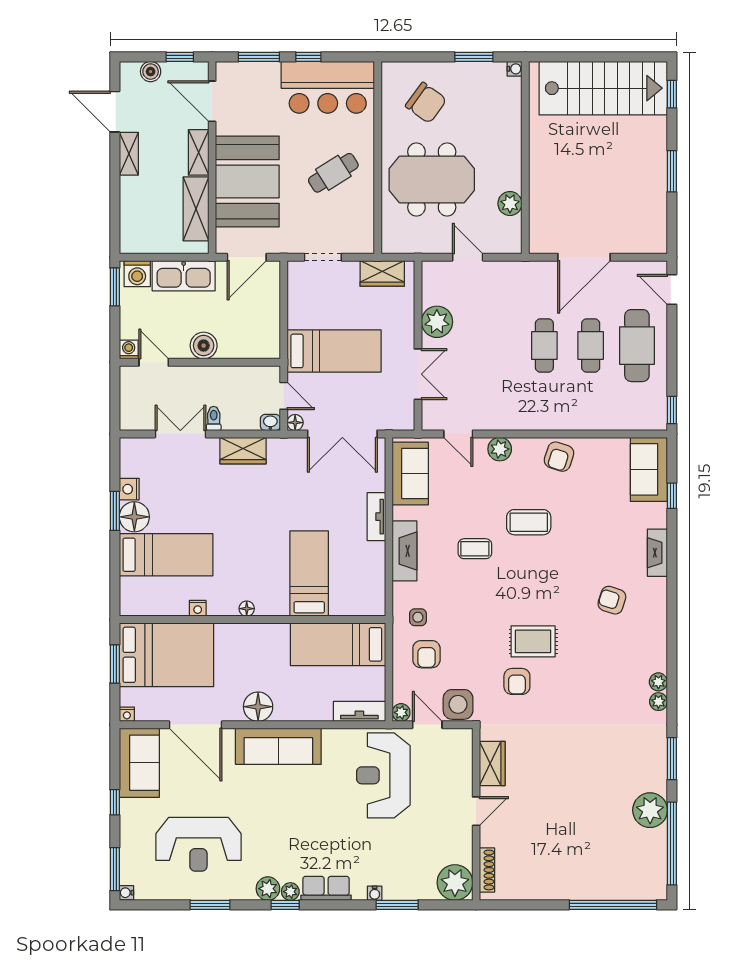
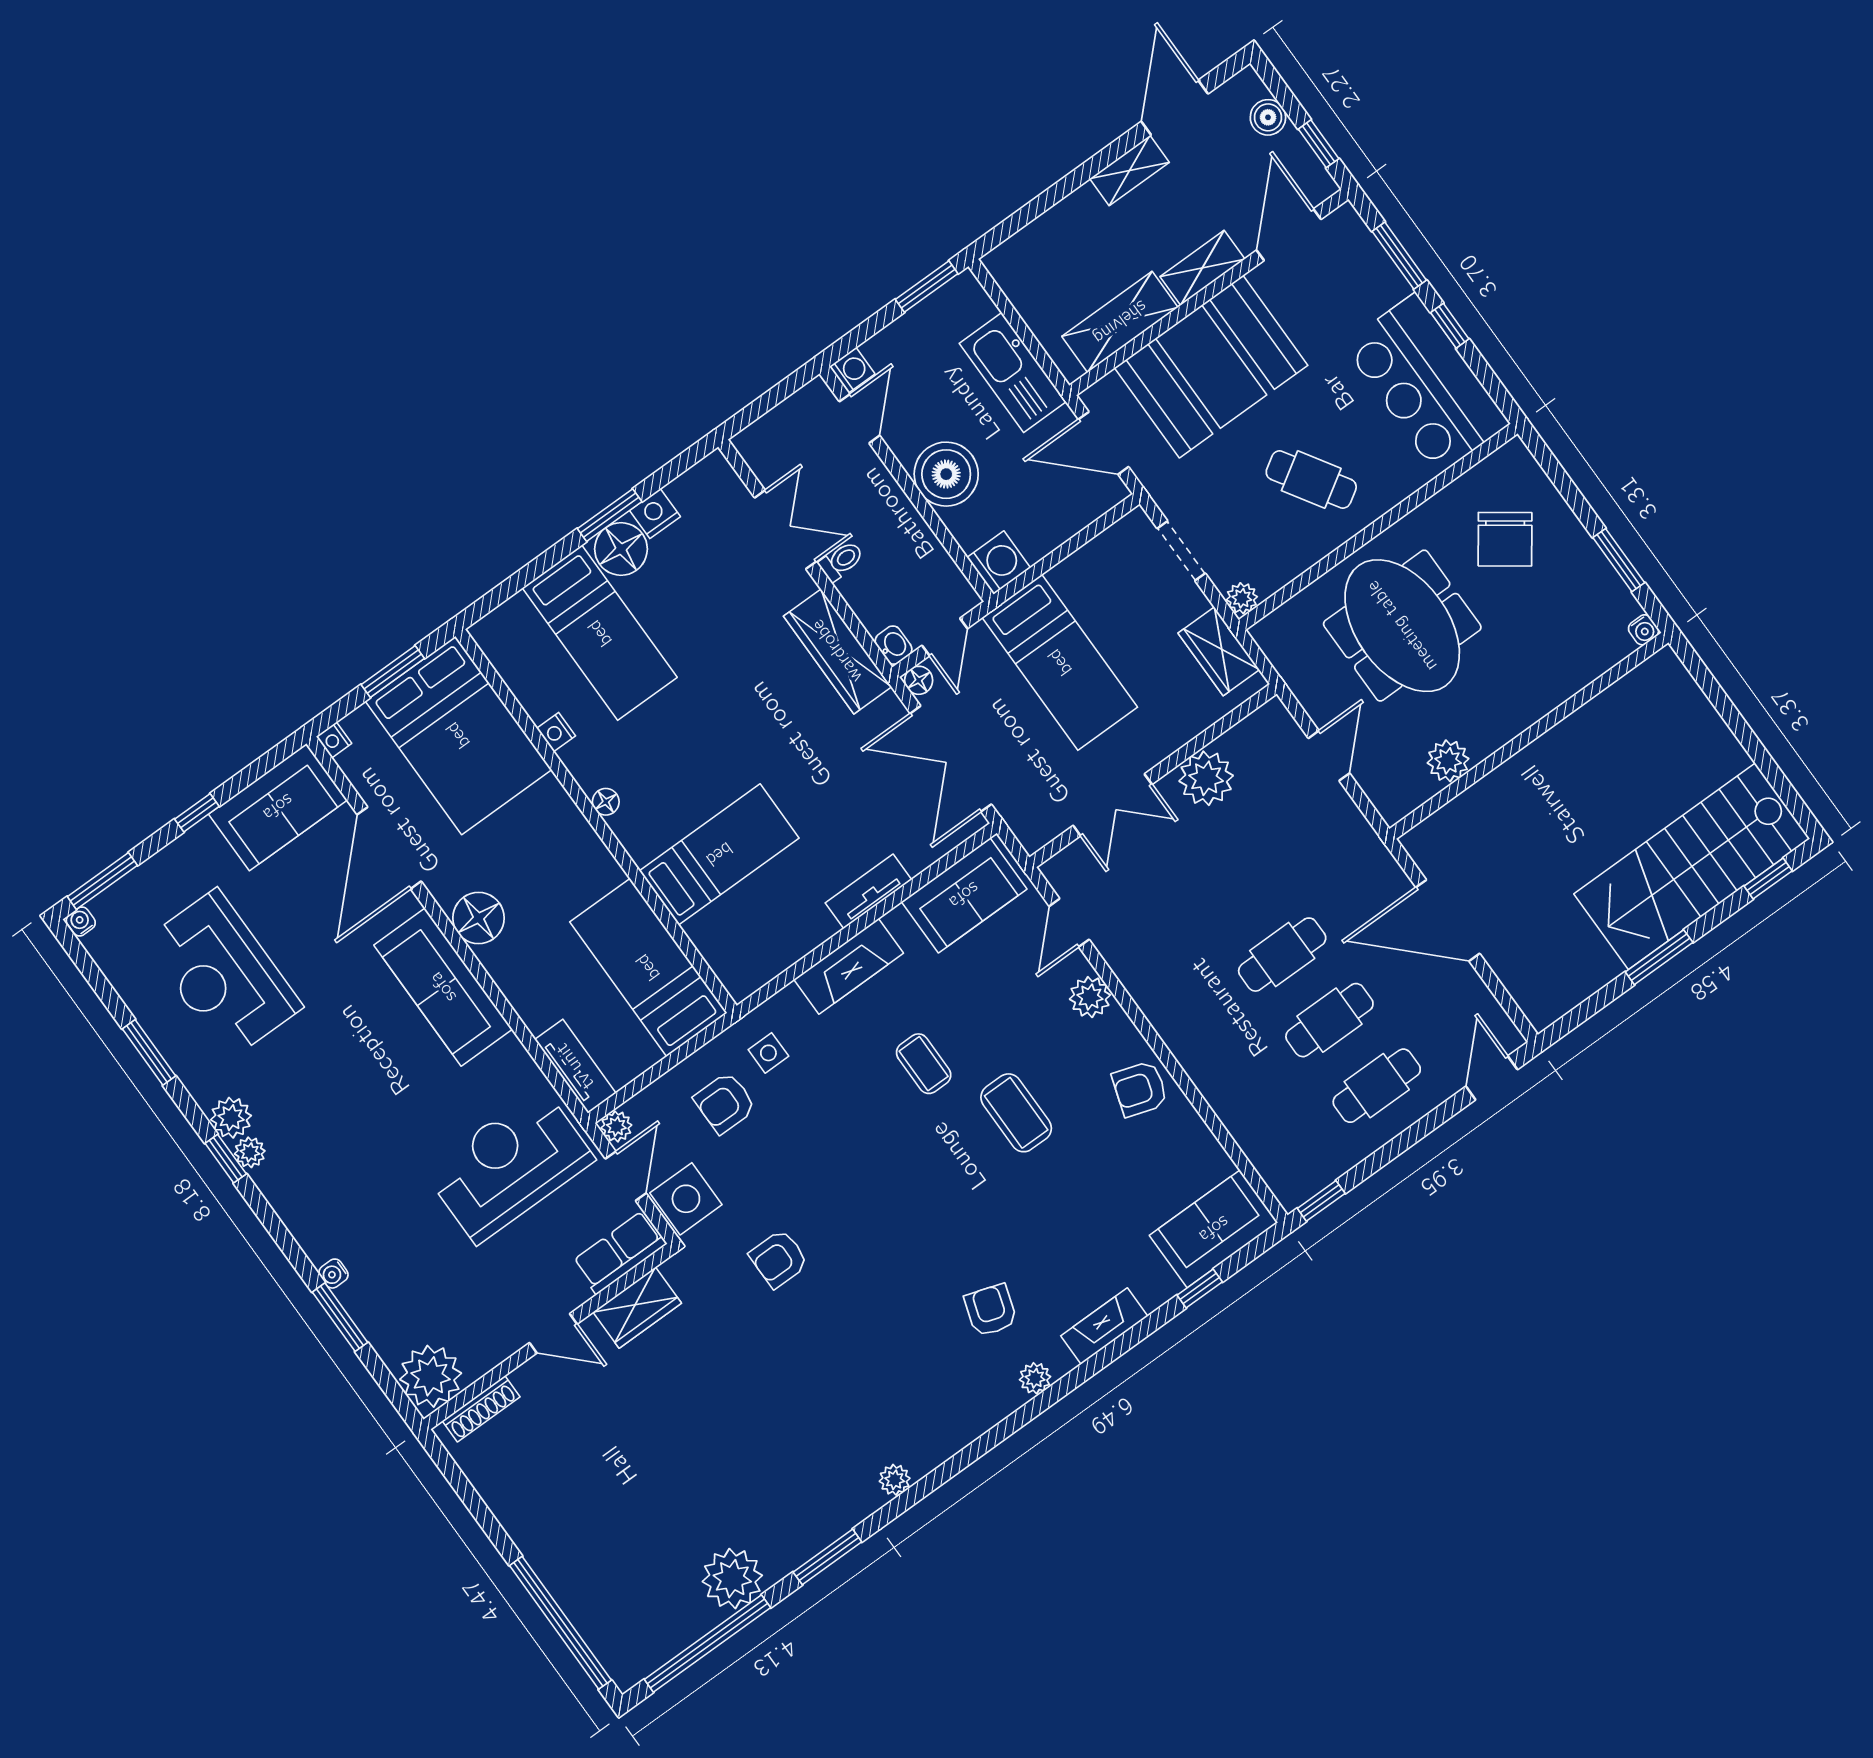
stairs: (603, 88) -> (1692, 866), moved, turned 90
plant: (365, 245) -> (1242, 598), added
washing machine: (137, 274) -> (999, 563), moved, turned 180
boiler: (204, 346) -> (946, 474), width x1.37, depth x1.37
cafe table: (637, 346) -> (1377, 1086), width x0.73, depth x0.74
wardrobe: (243, 451) -> (837, 651), width x1.50
rug: (533, 641) -> (852, 1241), removed
plant: (658, 682) -> (1035, 1378), moved
row of seats: (326, 888) -> (620, 1252), moved, turned -90

